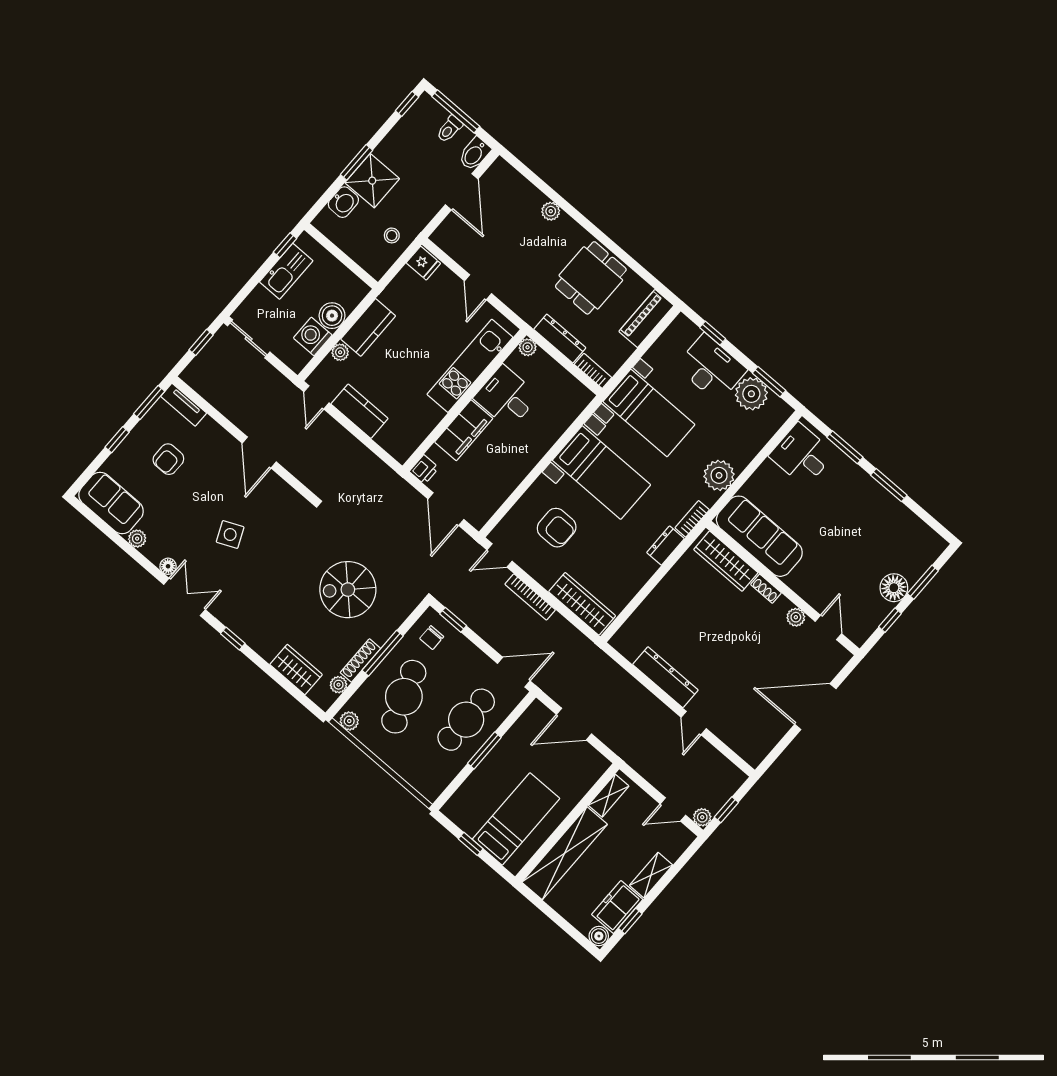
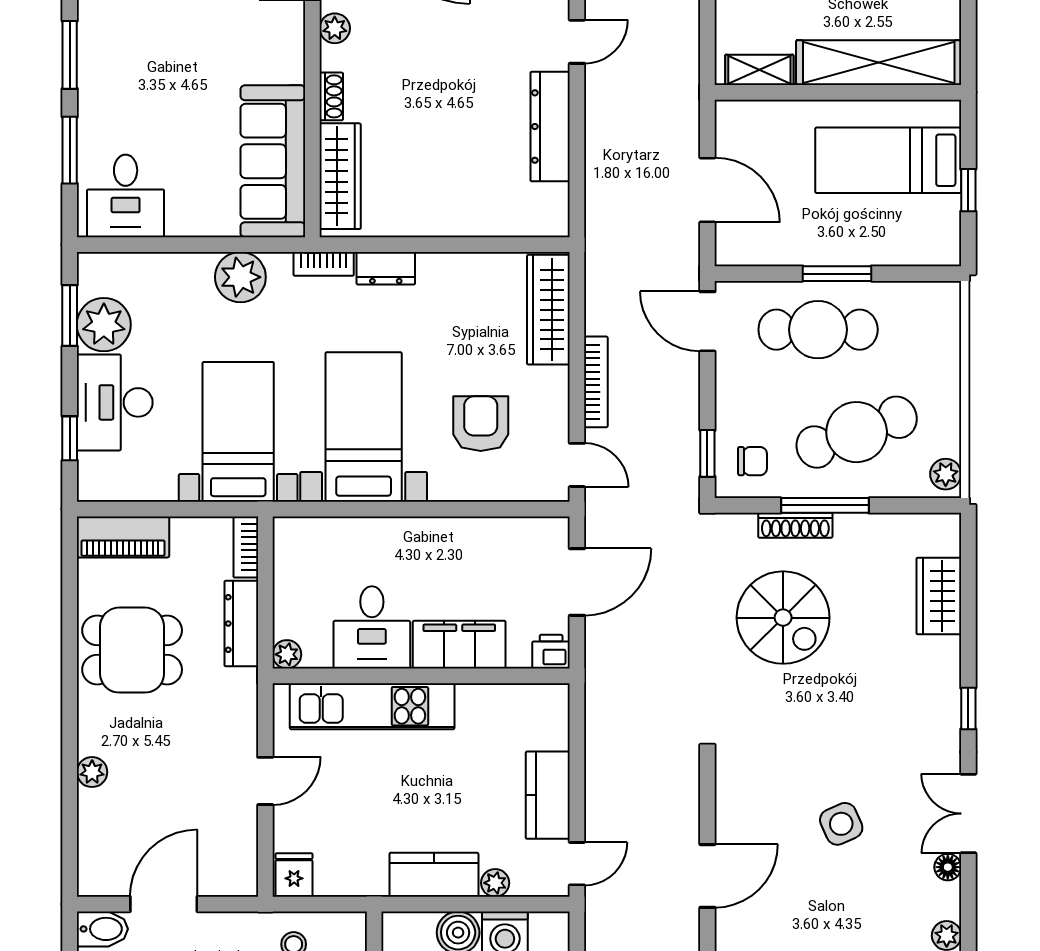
shoe rack: (360, 660) -> (795, 525), moved
plant: (339, 685) -> (912, 527), removed

